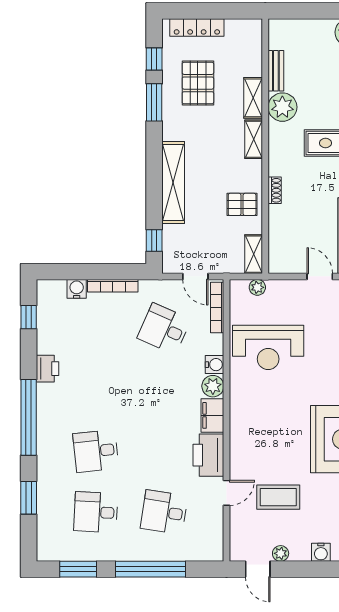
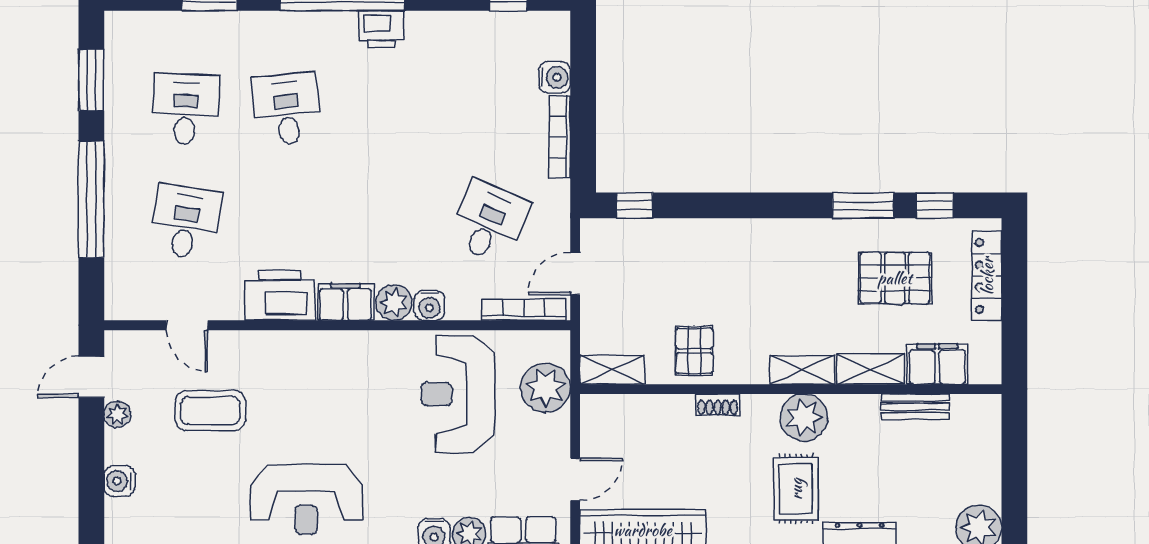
filing cabinet: (250, 58) -> (937, 364), added
plant: (282, 107) -> (804, 418), moved
shelving: (173, 183) -> (730, 237), removed
plant: (257, 287) -> (546, 388), width x1.87, depth x1.87
printer: (48, 369) -> (381, 29), moved
door: (227, 493) -> (187, 325), moved
coffee table: (278, 497) -> (210, 411), turned 90

